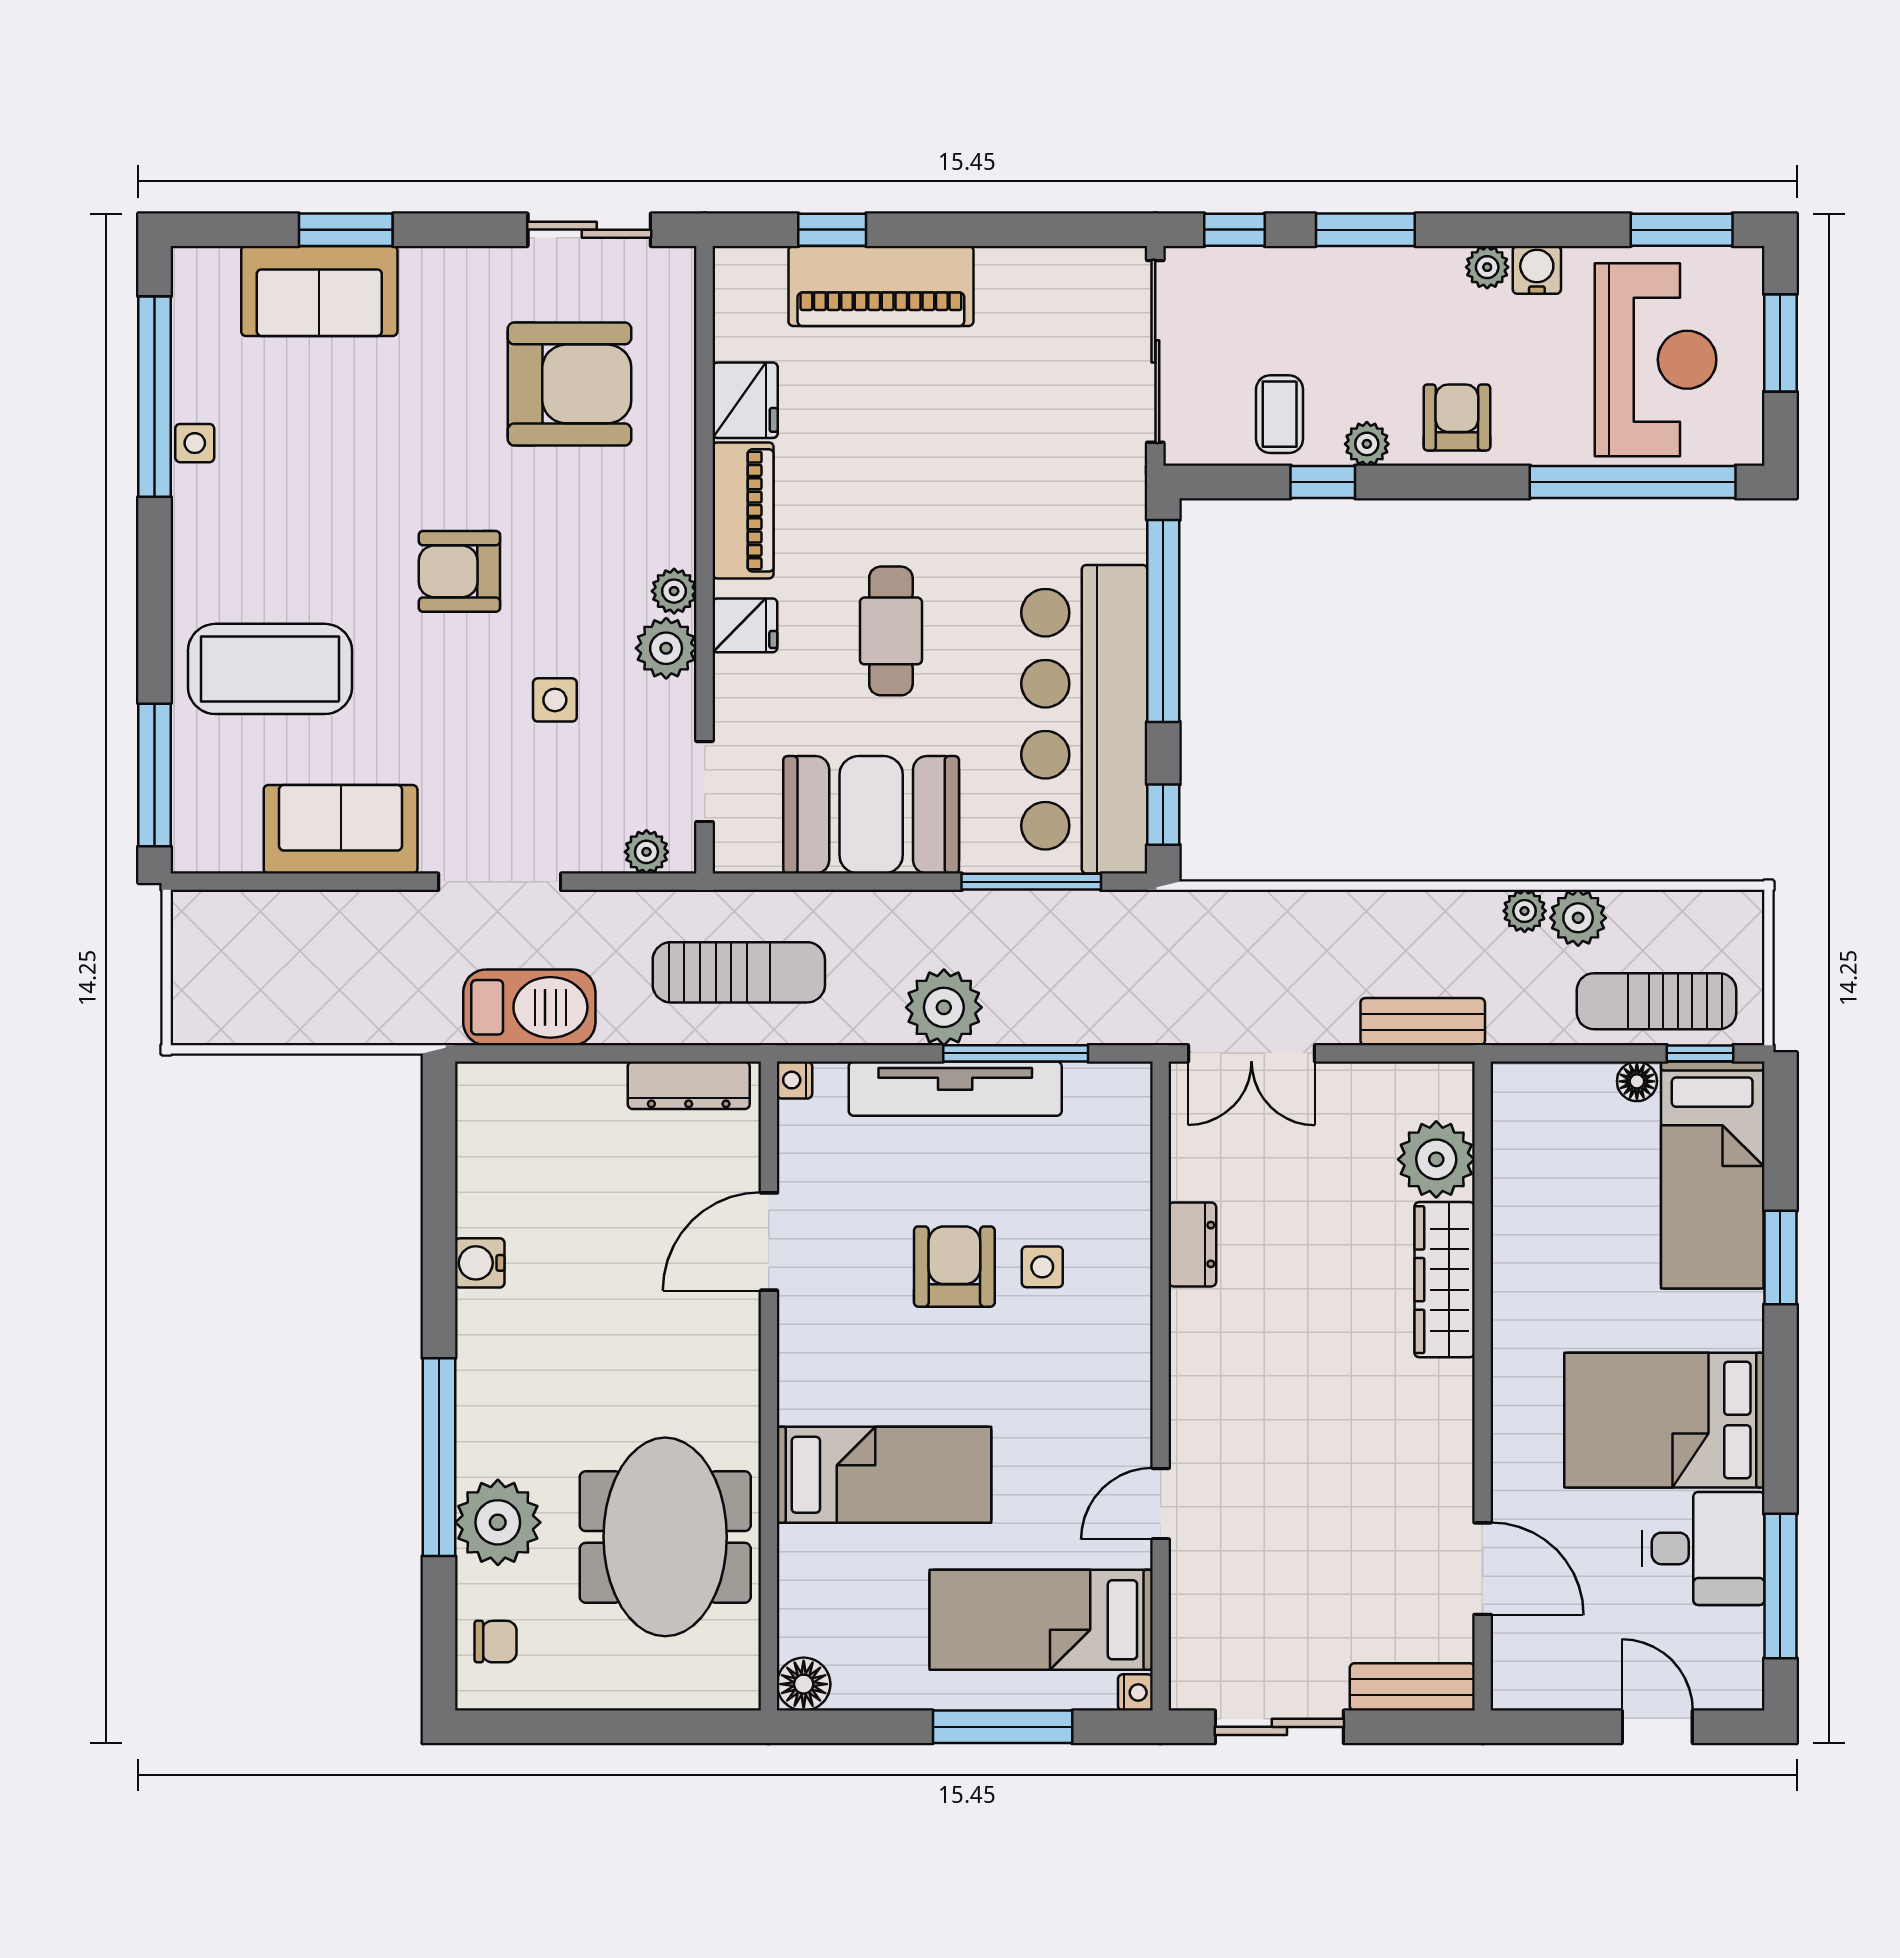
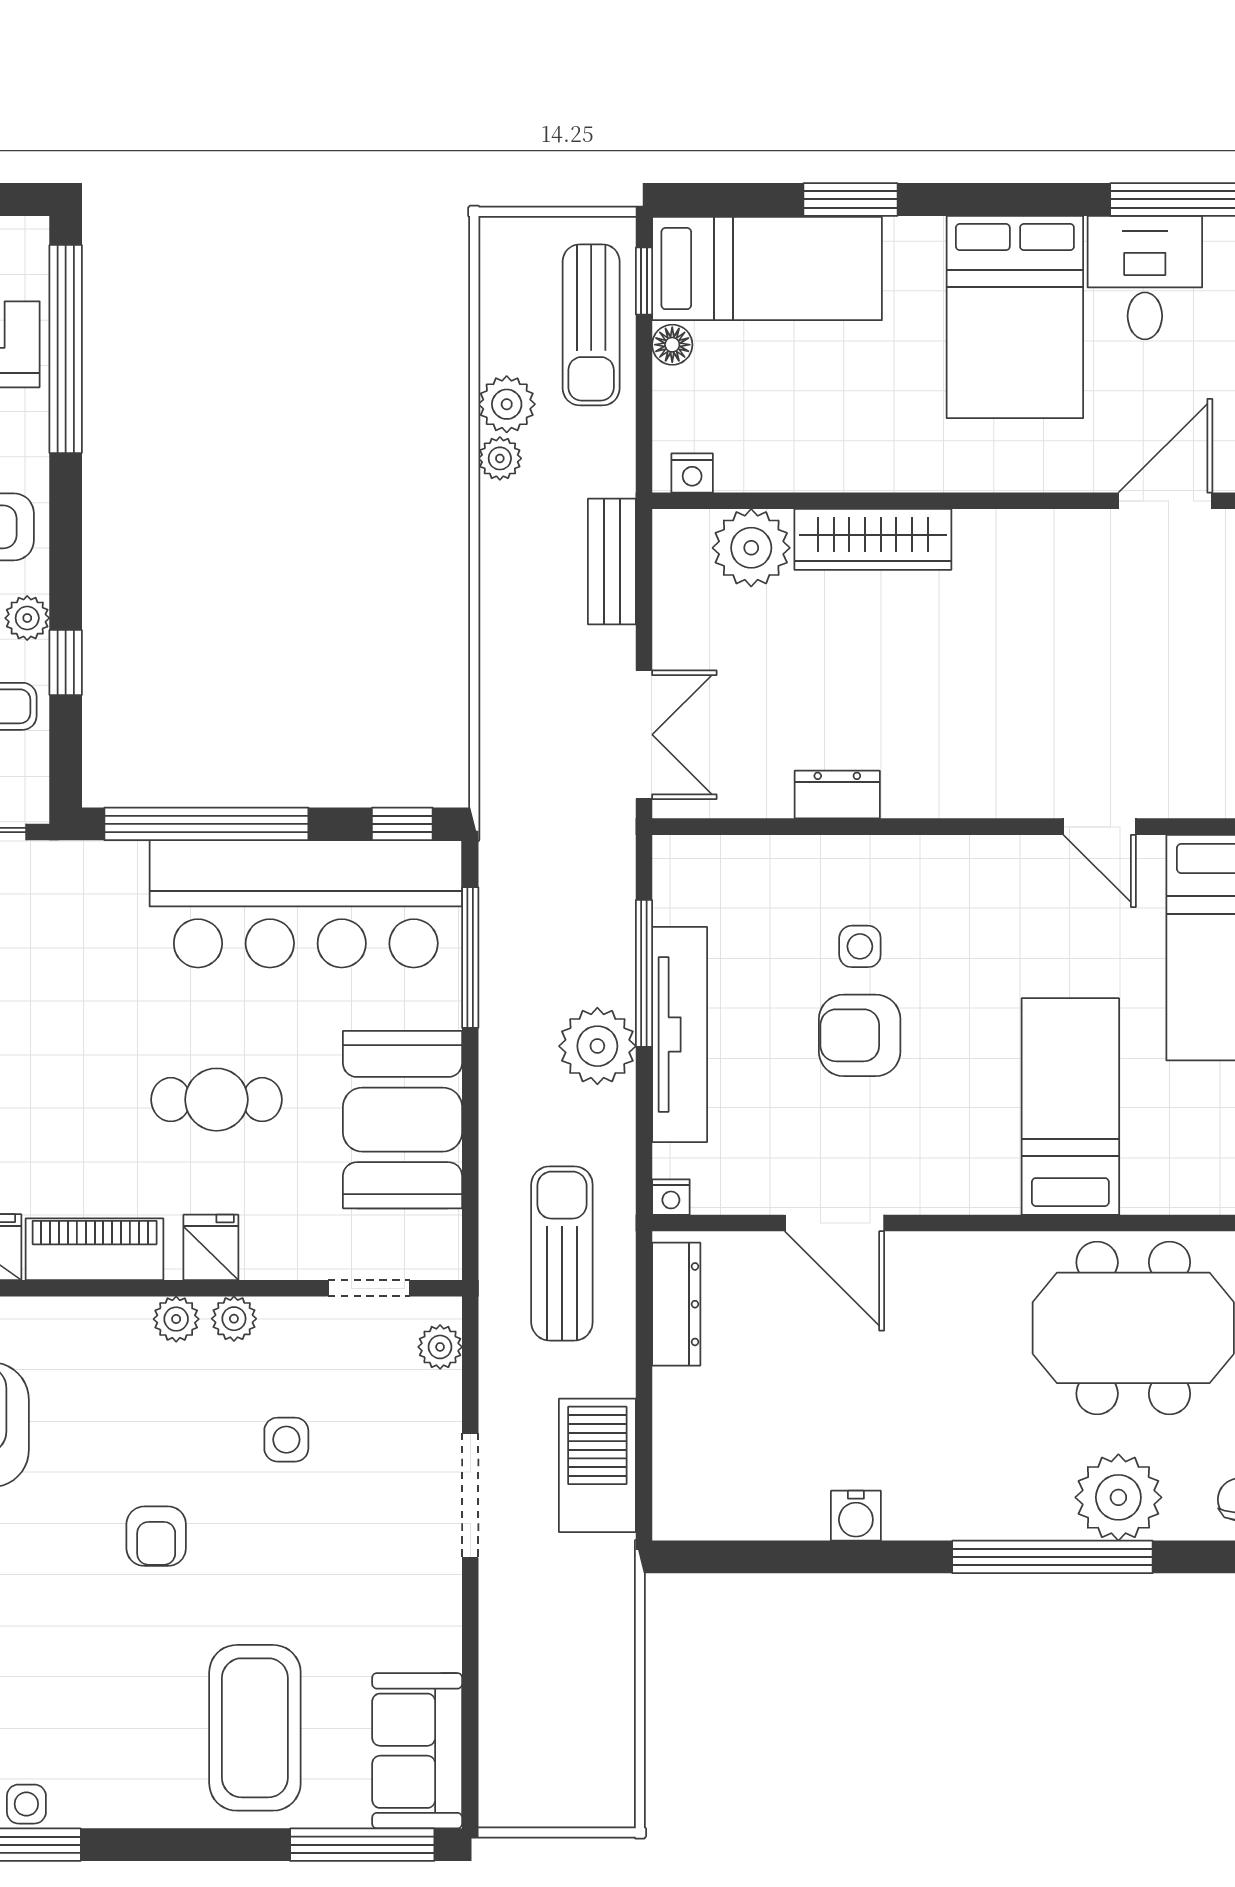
armchair: (459, 571) -> (156, 1536), width x0.72, depth x0.72
plant: (666, 648) -> (234, 1319), width x0.73, depth x0.73
sofa: (341, 829) -> (417, 1751), moved
nightstand: (1510, 1101) -> (692, 473), added

